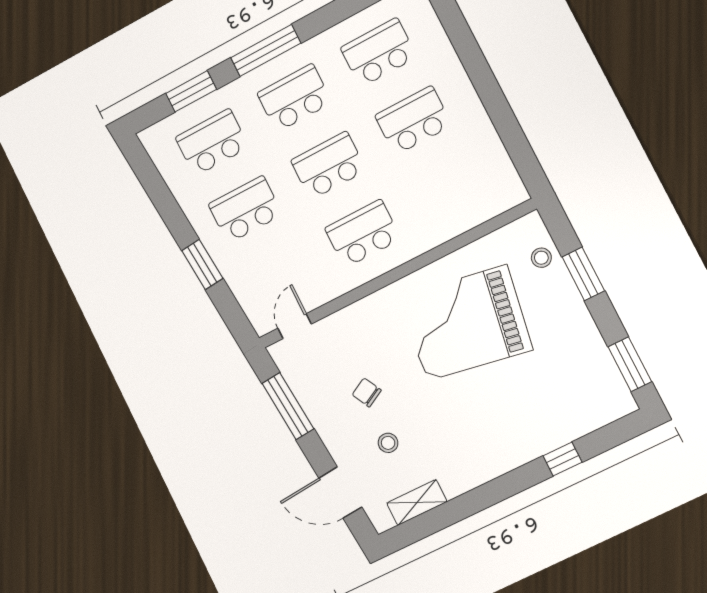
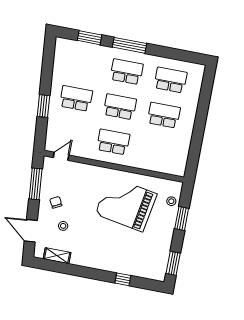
school desk: (212, 142) -> (83, 63), removed
chair: (367, 392) -> (56, 202), moved

